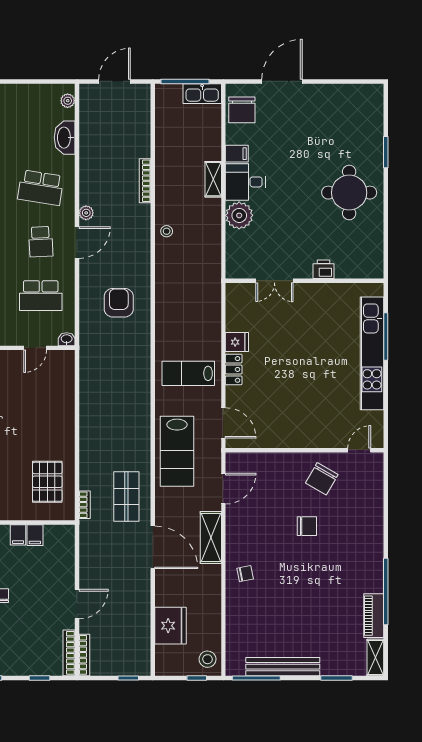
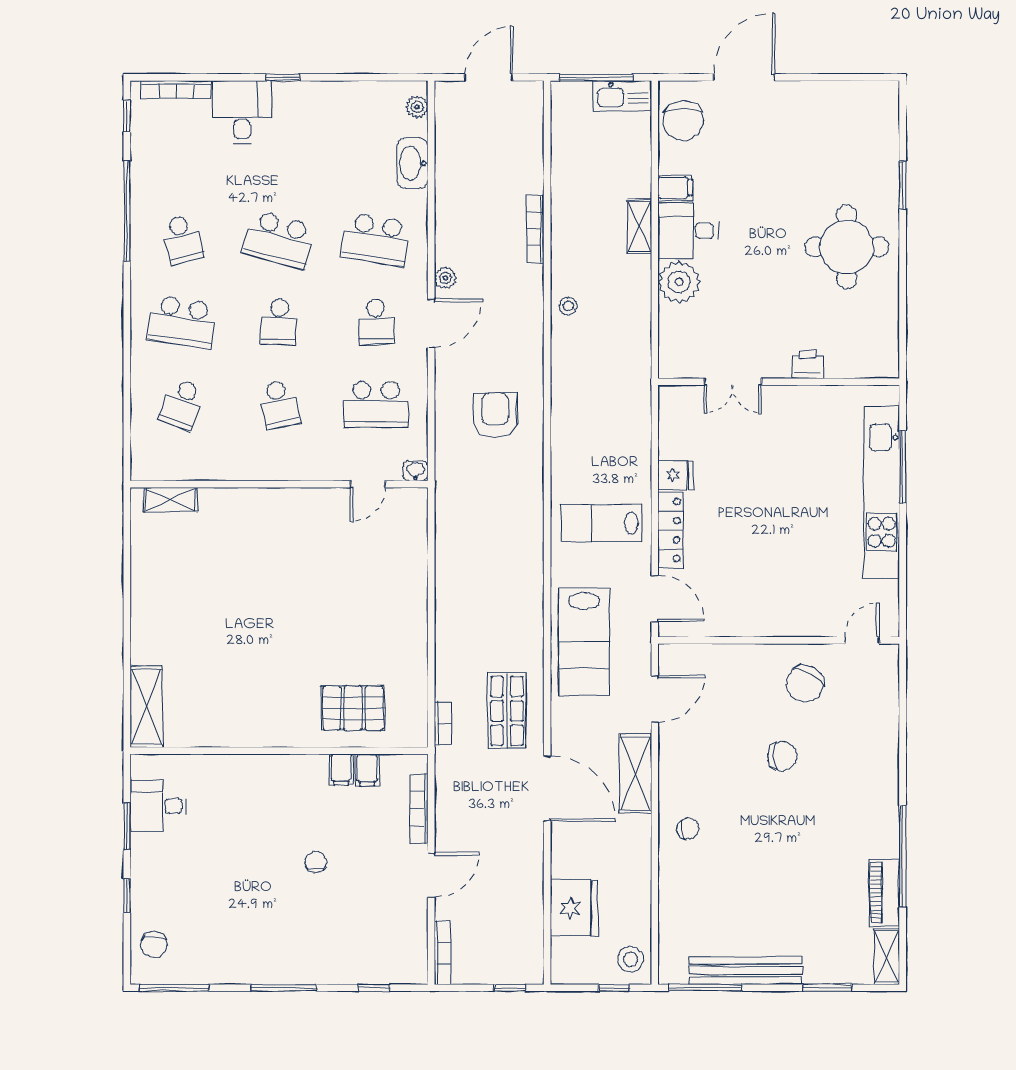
locker: (234, 369) -> (671, 530), width x1.53
pallet: (47, 482) -> (353, 708), moved, turned 90
bookcase: (69, 653) -> (419, 809), moved

